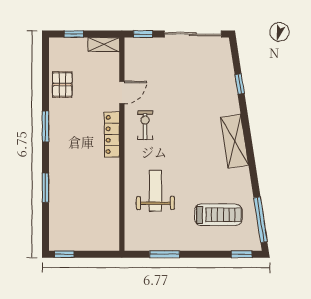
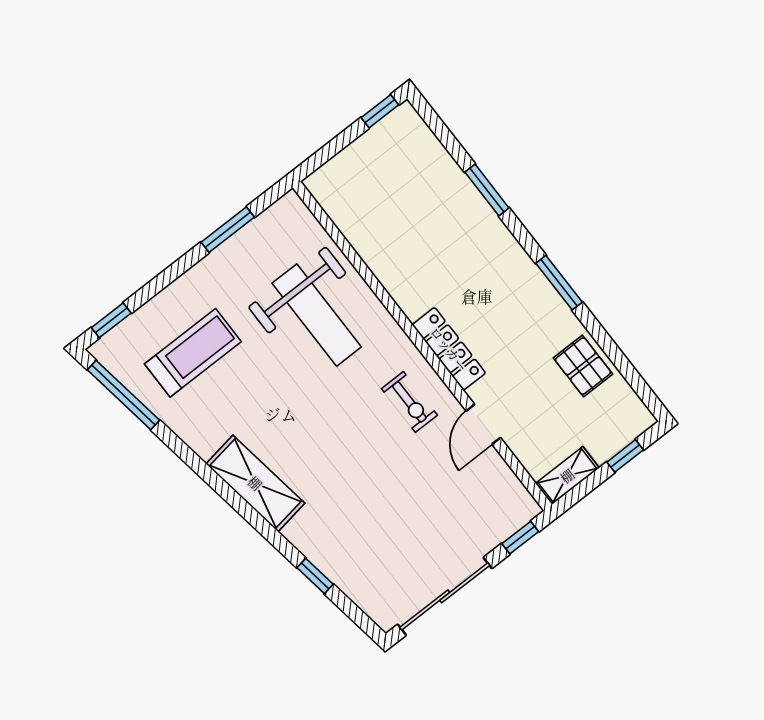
weight bench: (155, 191) -> (317, 315), width x1.36, depth x1.33
treadmill: (218, 215) -> (193, 353), turned 180

